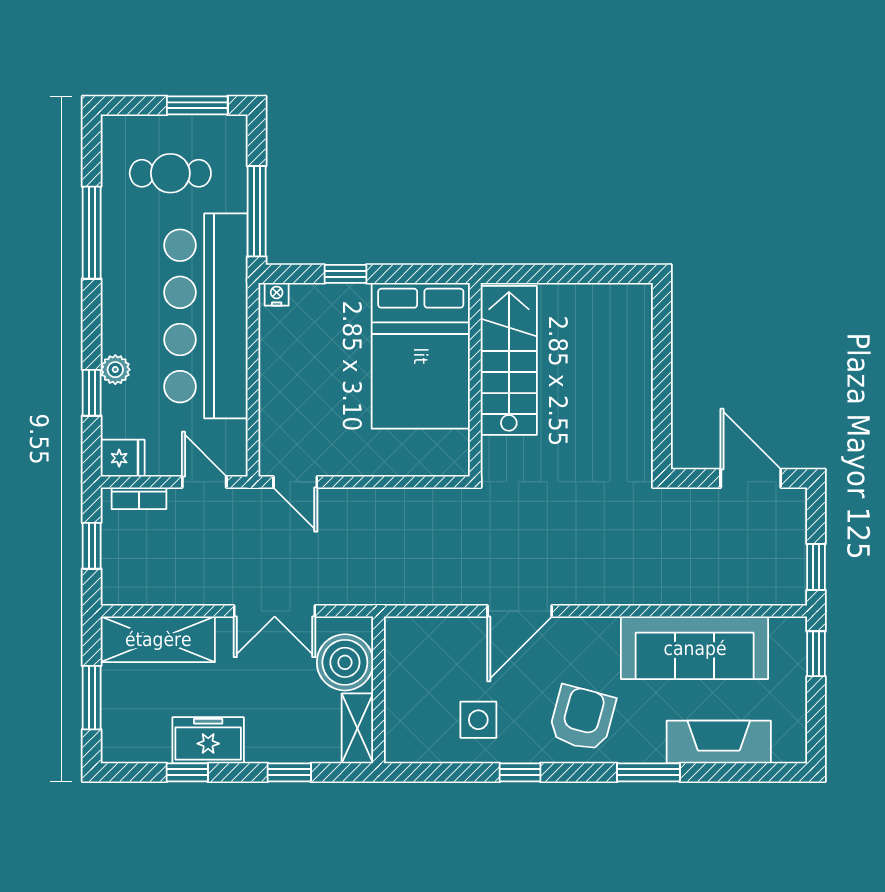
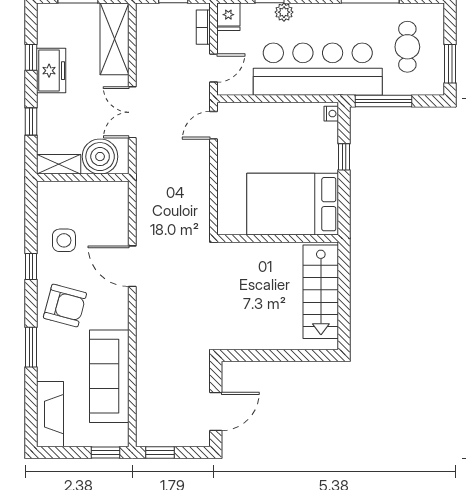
stairs: (509, 360) -> (321, 292), moved, turned 90
fireplace: (719, 742) -> (50, 414), moved

